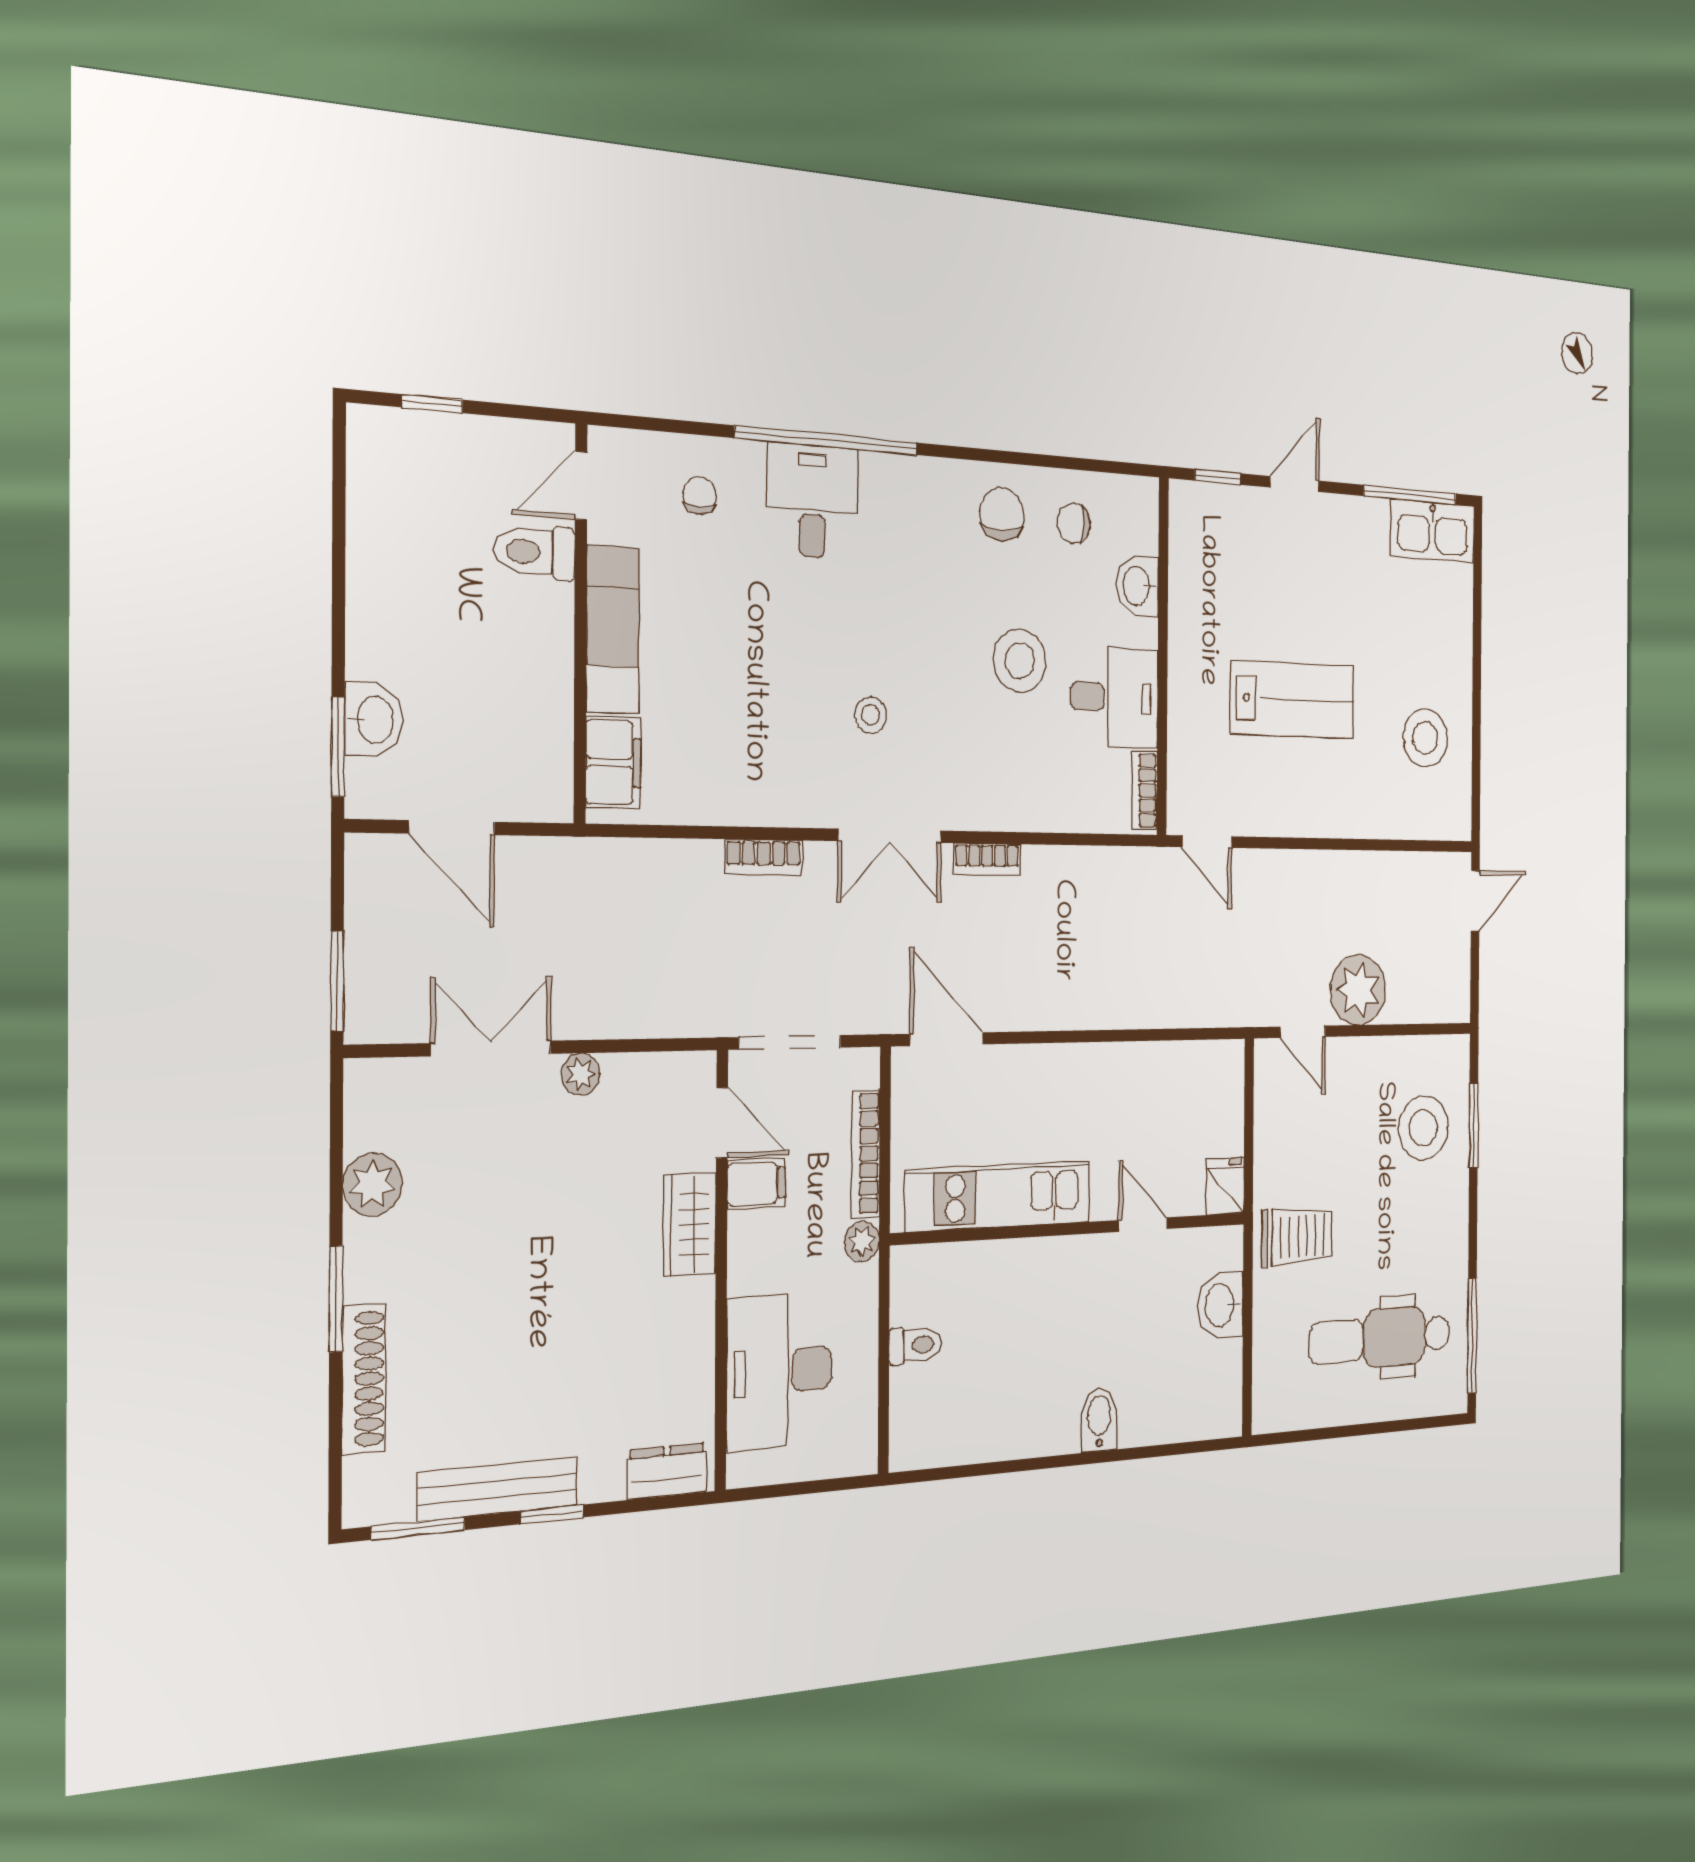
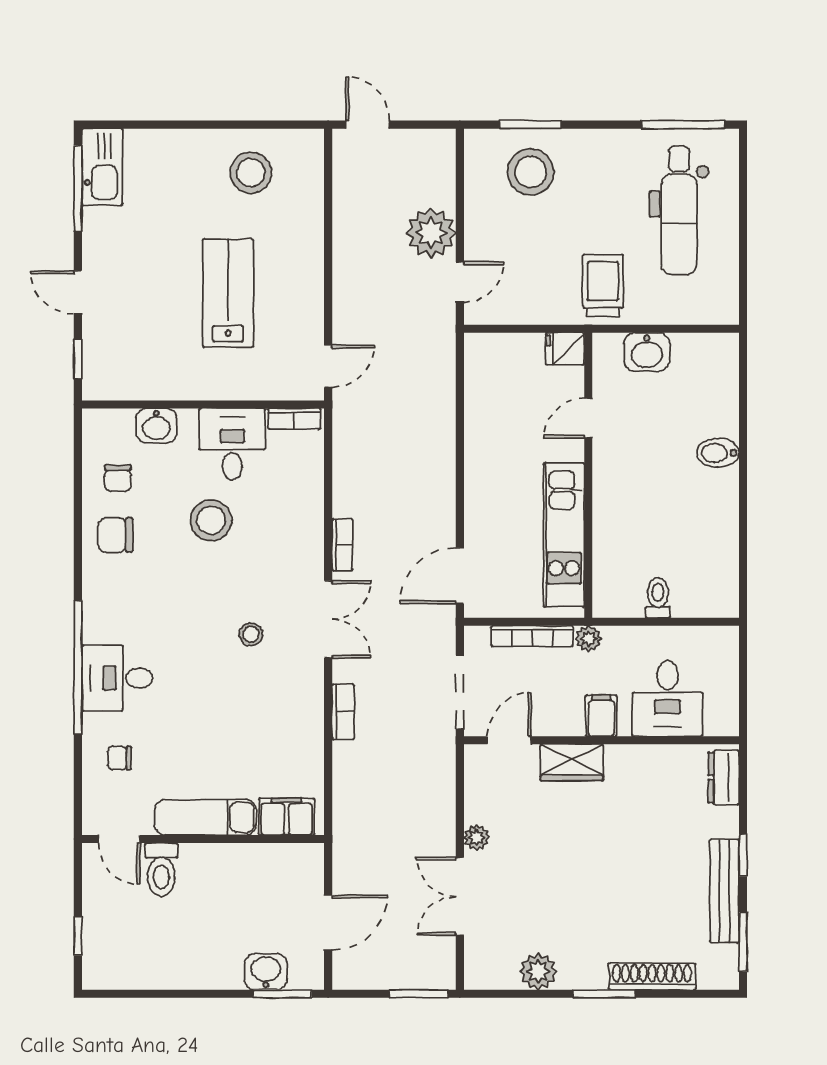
filing cabinet: (756, 1184) -> (601, 716), moved
desk: (779, 1371) -> (668, 698), width x0.73

